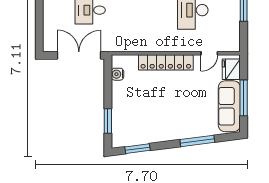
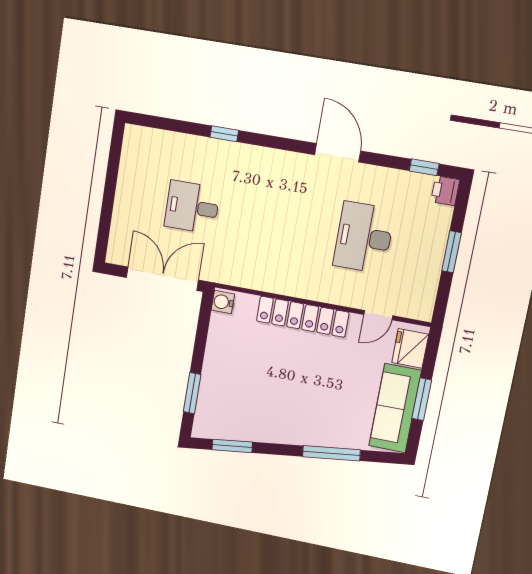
water cooler: (117, 74) -> (223, 302), moved
window: (244, 98) -> (422, 399), width x0.69

